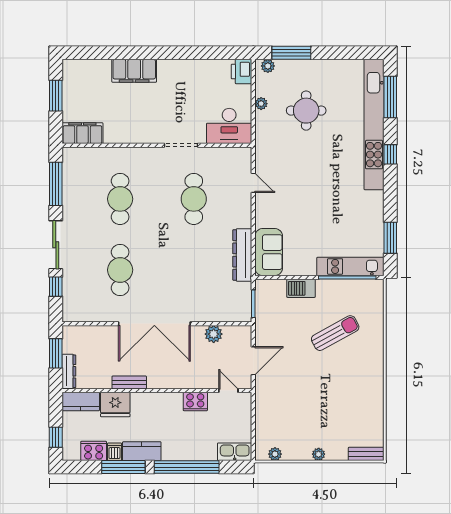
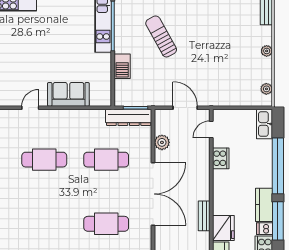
cafe table: (120, 199) -> (106, 160), moved
sofa: (269, 252) -> (68, 94), moved
dresser: (242, 255) -> (129, 117), moved

